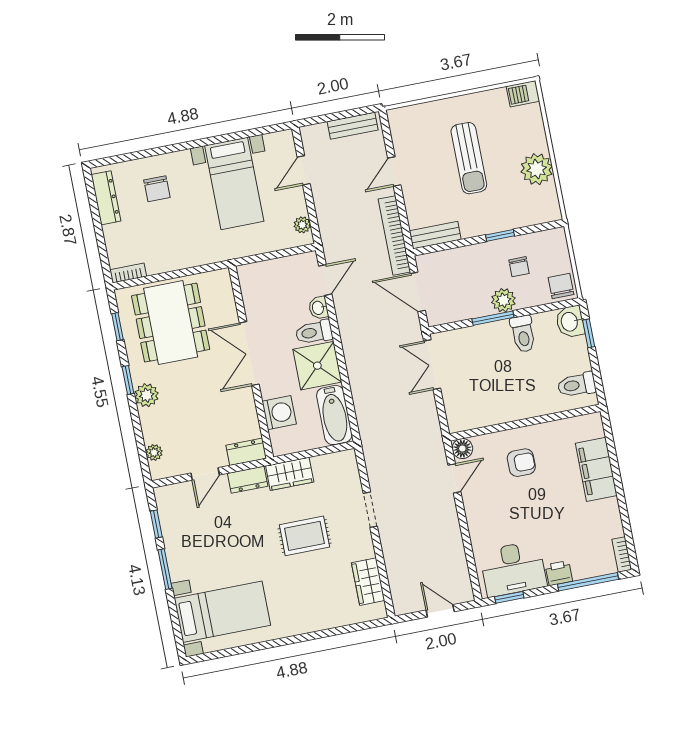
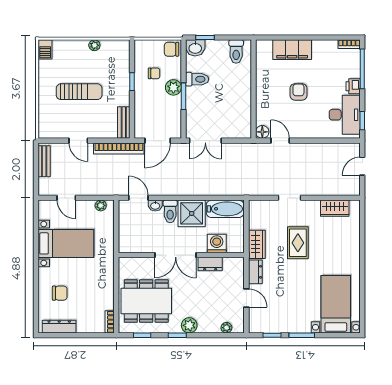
plant: (537, 169) -> (94, 45), width x0.53, depth x0.53
dresser: (246, 452) -> (210, 264), moved, turned -90
armchair: (521, 463) -> (298, 92), moved

